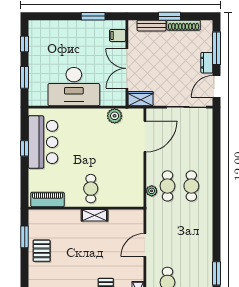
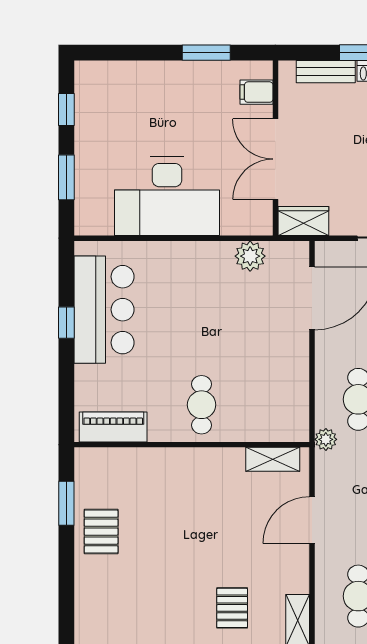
plant: (152, 191) -> (326, 439), moved
shelving: (94, 215) -> (273, 459), moved

